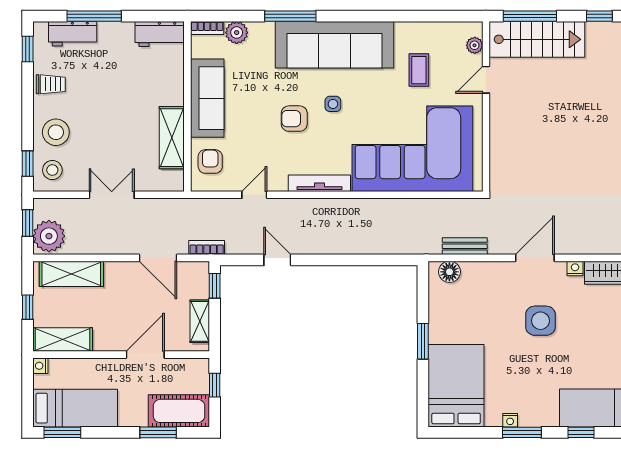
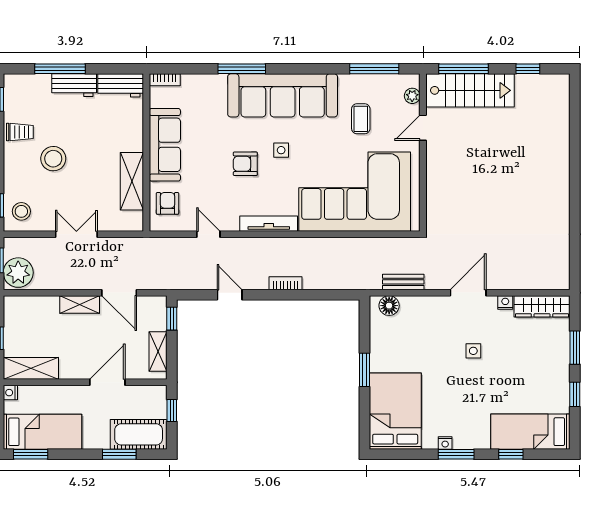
window: (434, 16) -> (374, 69), added
plant: (237, 33) -> (192, 84), removed
workbench: (73, 34) -> (74, 85), moved
stool: (56, 132) -> (53, 159), moved
door: (254, 195) -> (208, 234), hinge flipped
bookcase: (207, 248) -> (286, 283), moved
shelving: (71, 274) -> (80, 304), moved, width x0.67, depth x0.75
side table: (540, 321) -> (473, 351), width x0.54, depth x0.54

